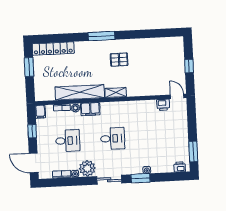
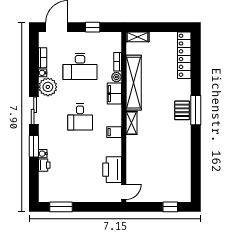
pallet: (119, 60) -> (182, 110), moved
window: (189, 66) -> (170, 207), moved
window: (29, 67) -> (165, 27), removed
shelving: (39, 91) -> (137, 37), added
printer: (163, 105) -> (112, 170), width x1.87, depth x1.48
filing cabinet: (40, 112) -> (114, 132), moved
desk: (68, 141) -> (80, 66), width x1.37
printer: (180, 167) -> (44, 165), moved

